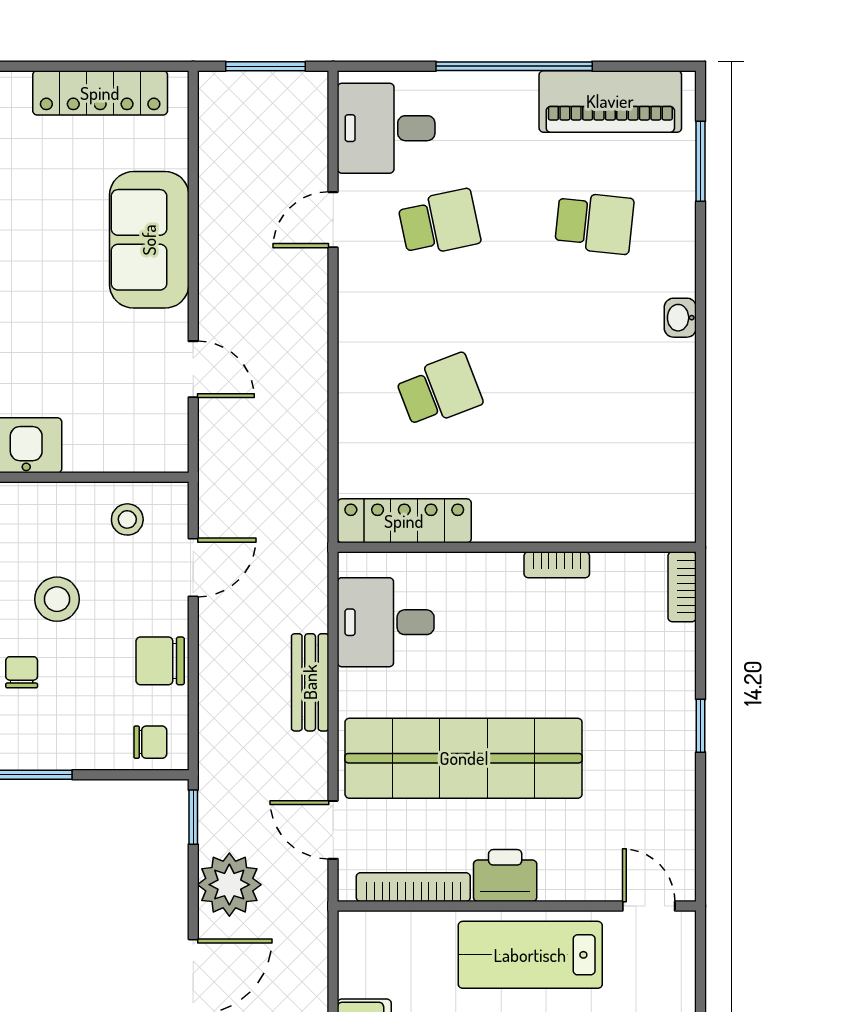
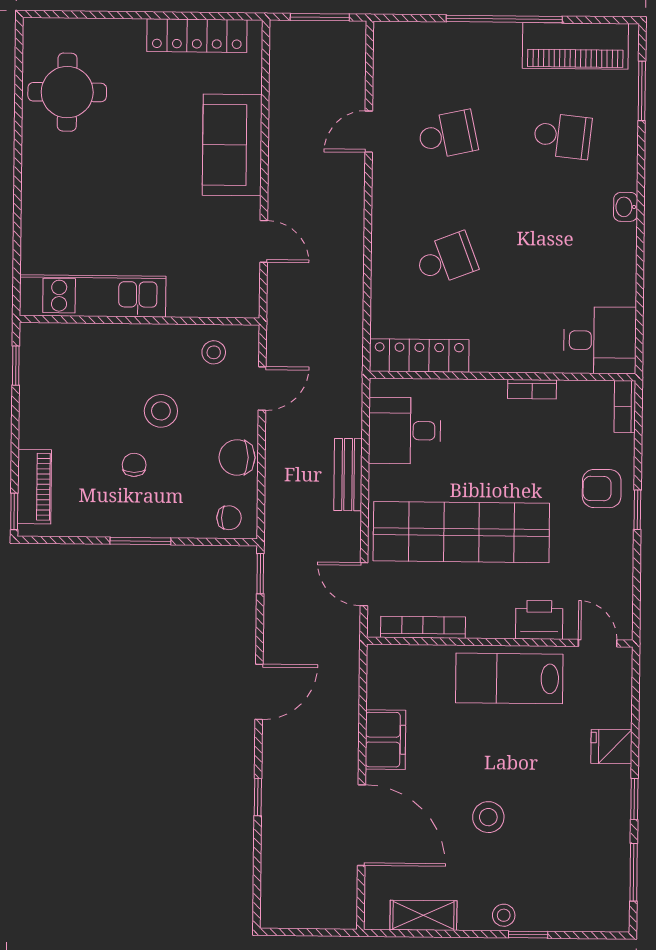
desk: (386, 128) -> (600, 340), moved, turned 180
armchair: (652, 698) -> (602, 489), added
printer: (505, 876) -> (539, 620), moved
plant: (229, 885) -> (287, 624), removed

